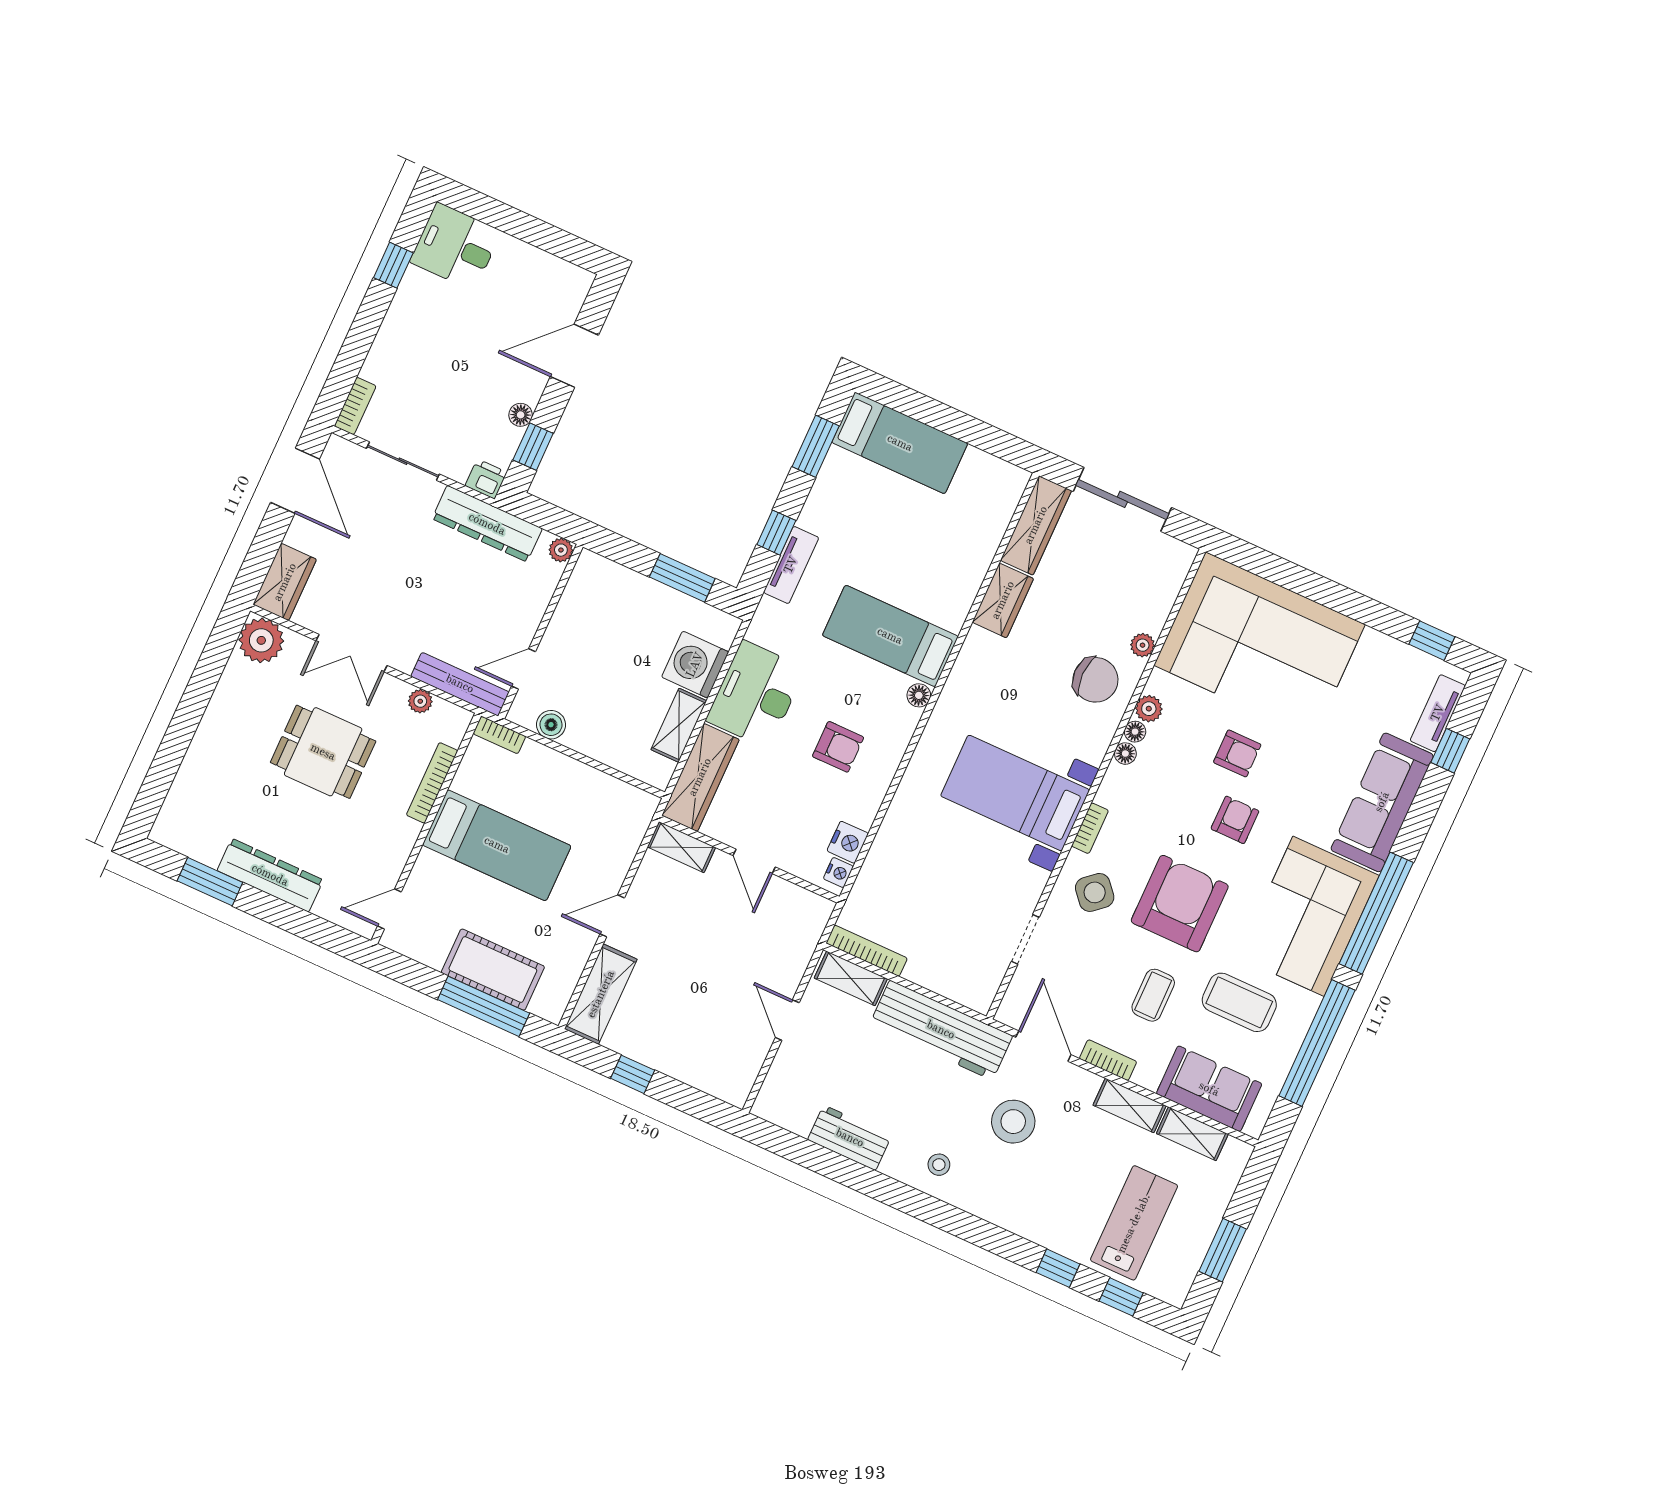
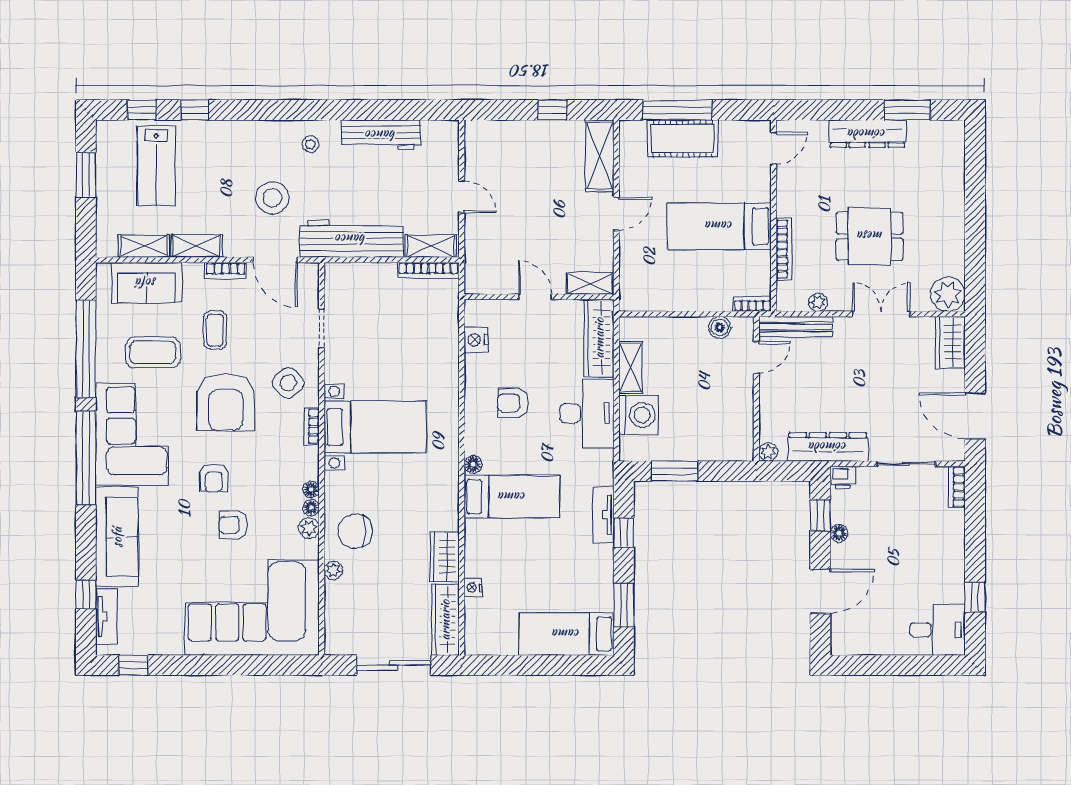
nightstand: (838, 873) -> (473, 588), moved
workbench: (850, 1138) -> (381, 135), width x1.38

